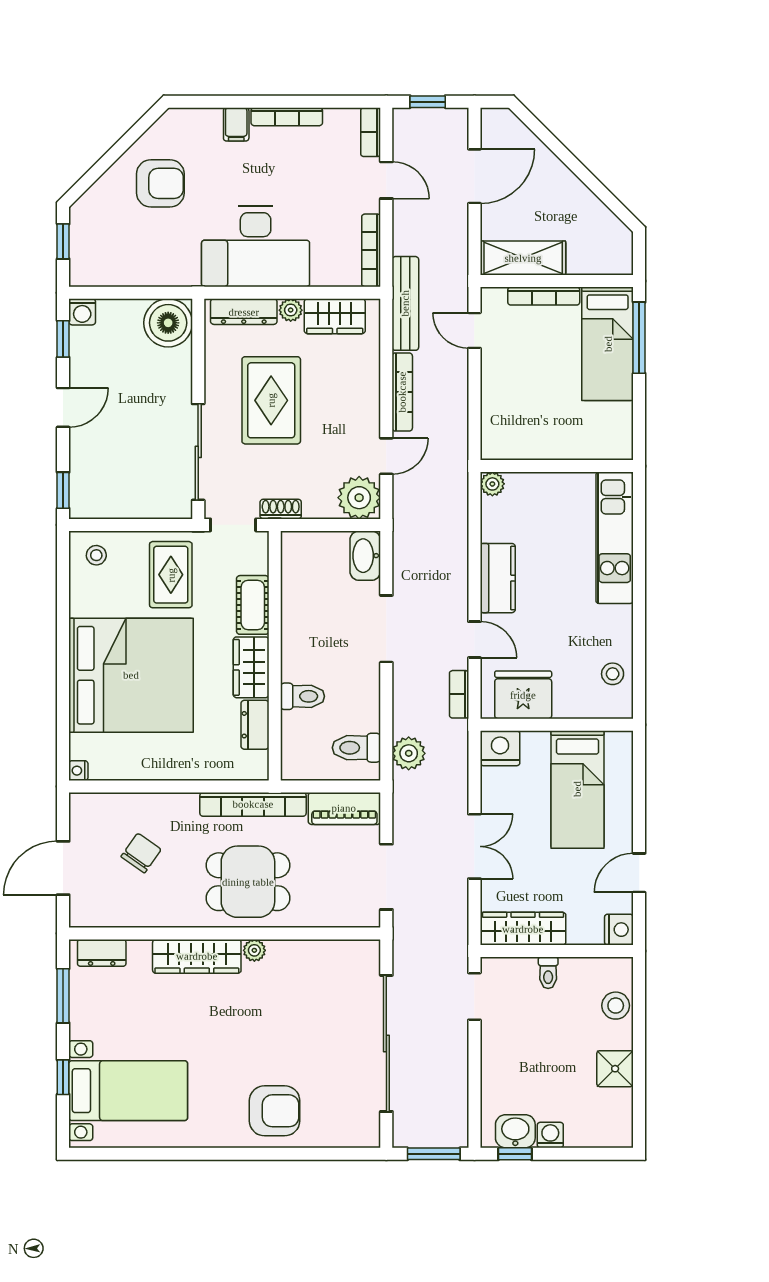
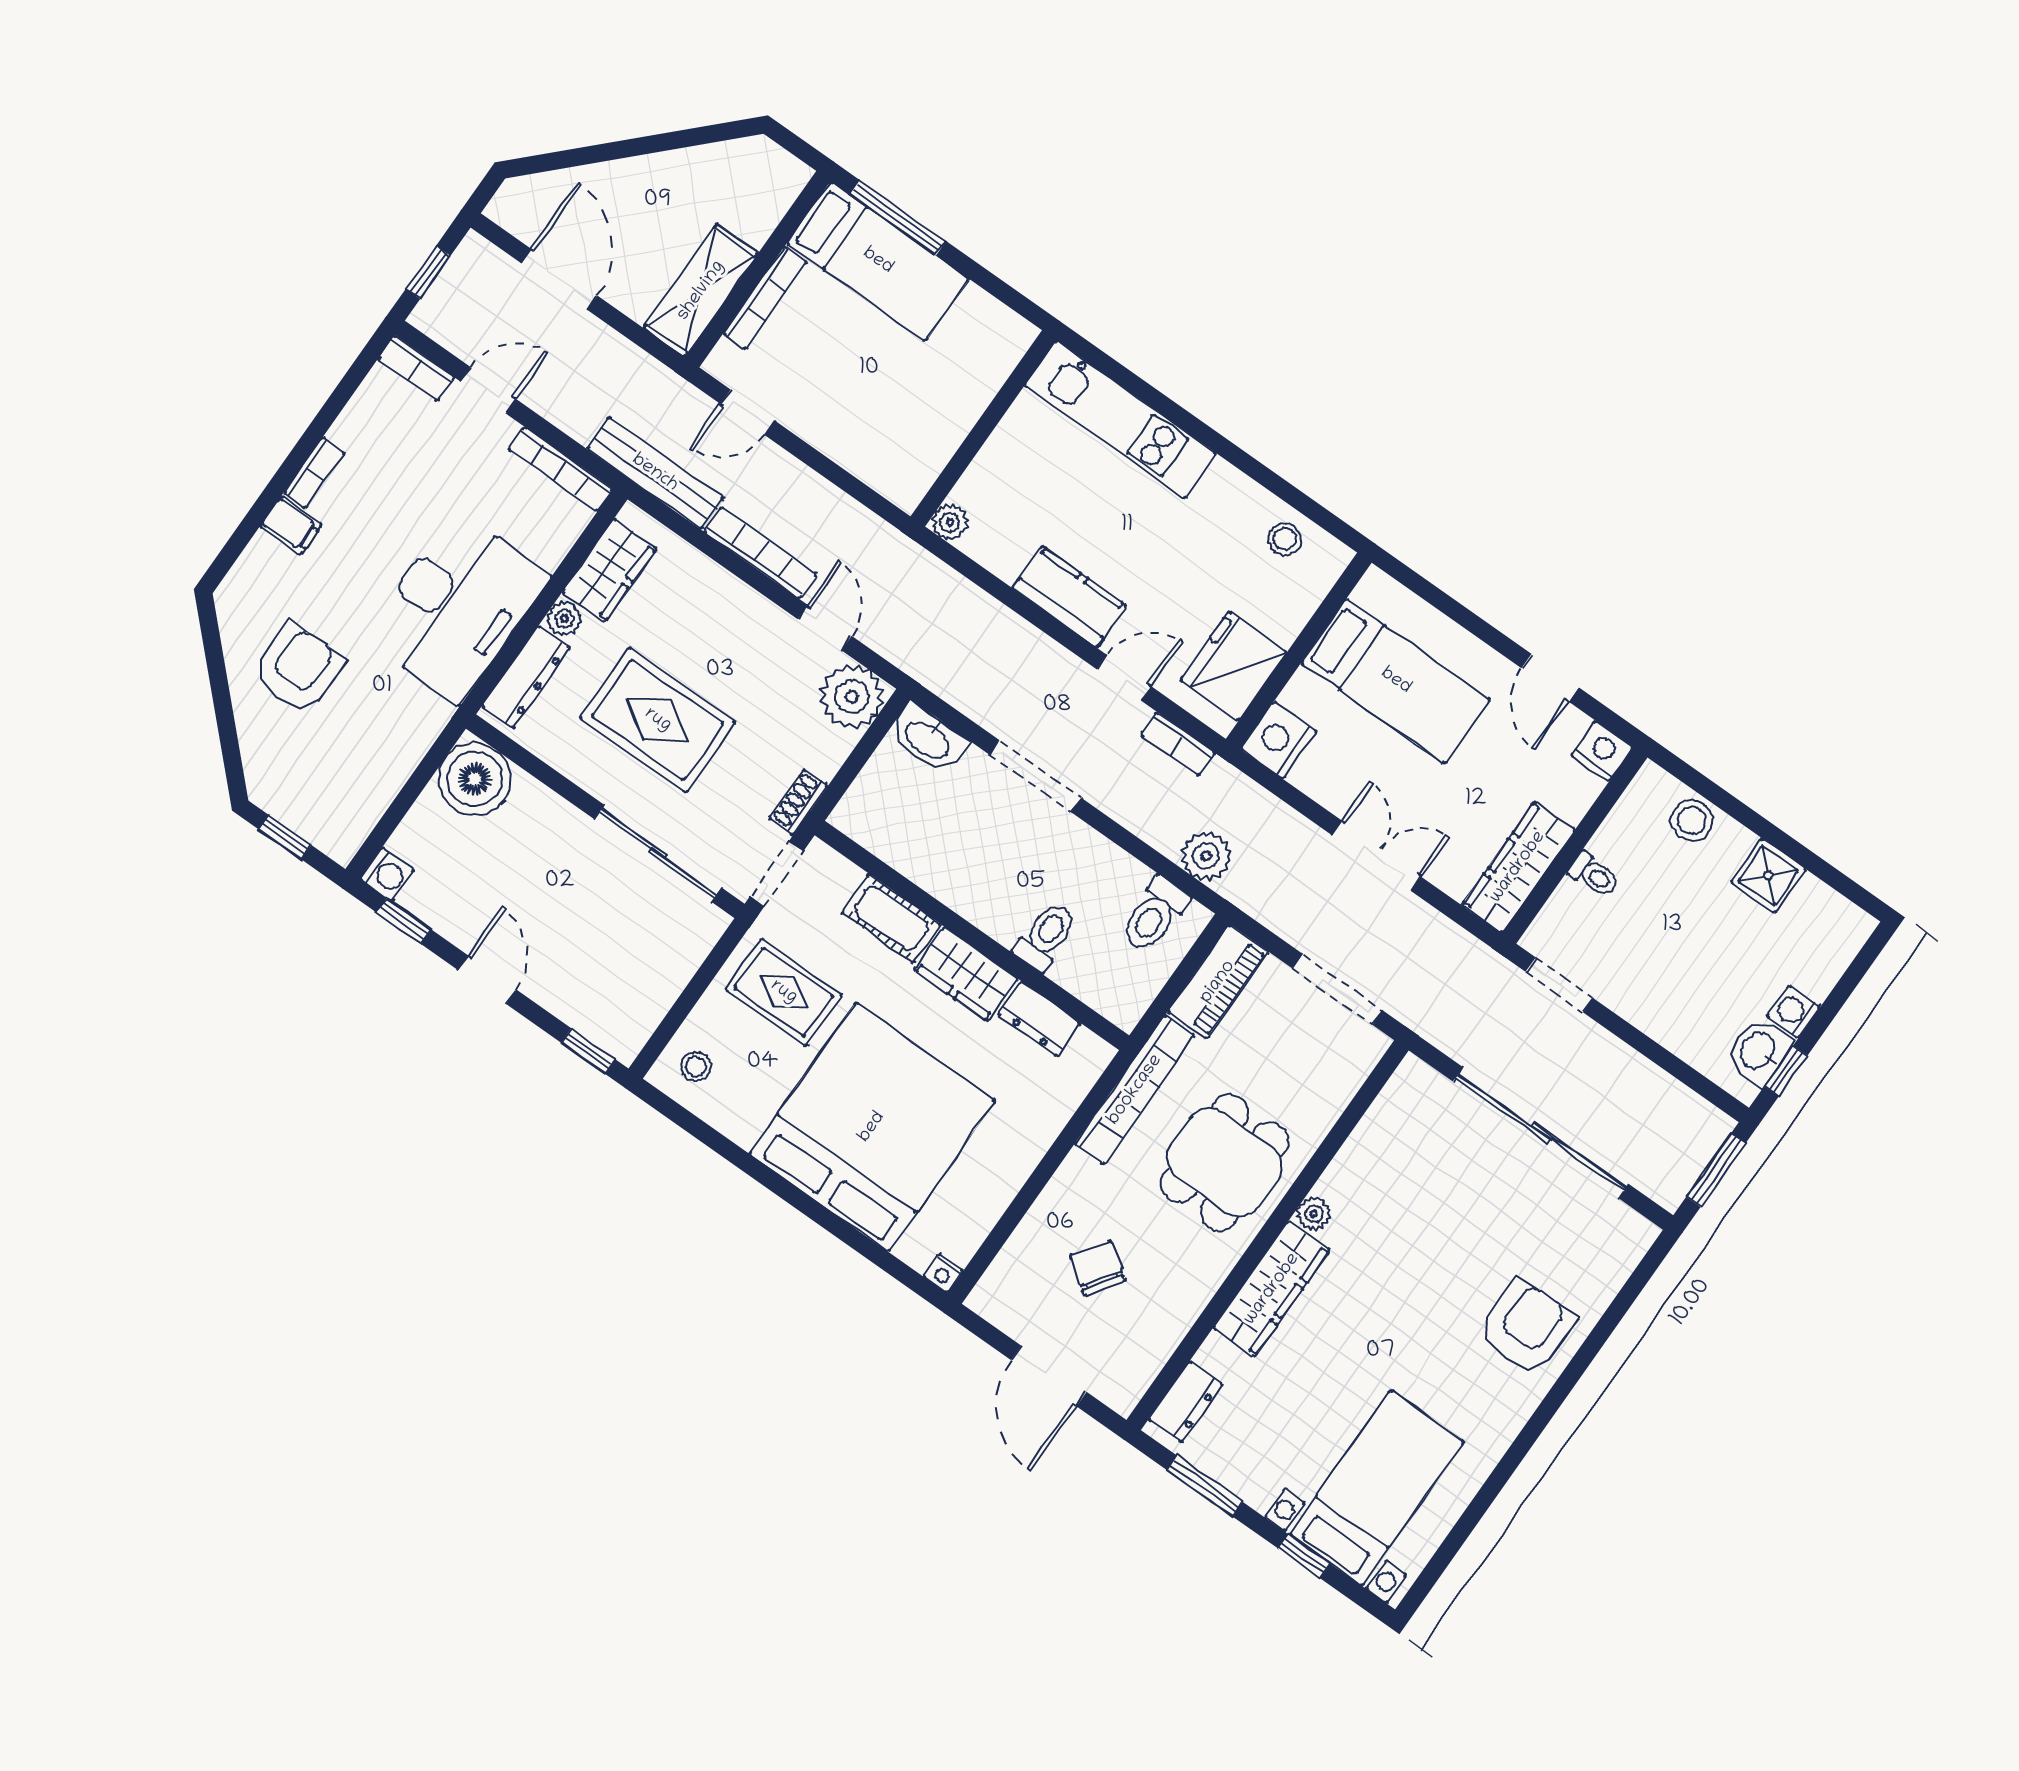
bookcase: (287, 117) -> (314, 473), width x0.64

